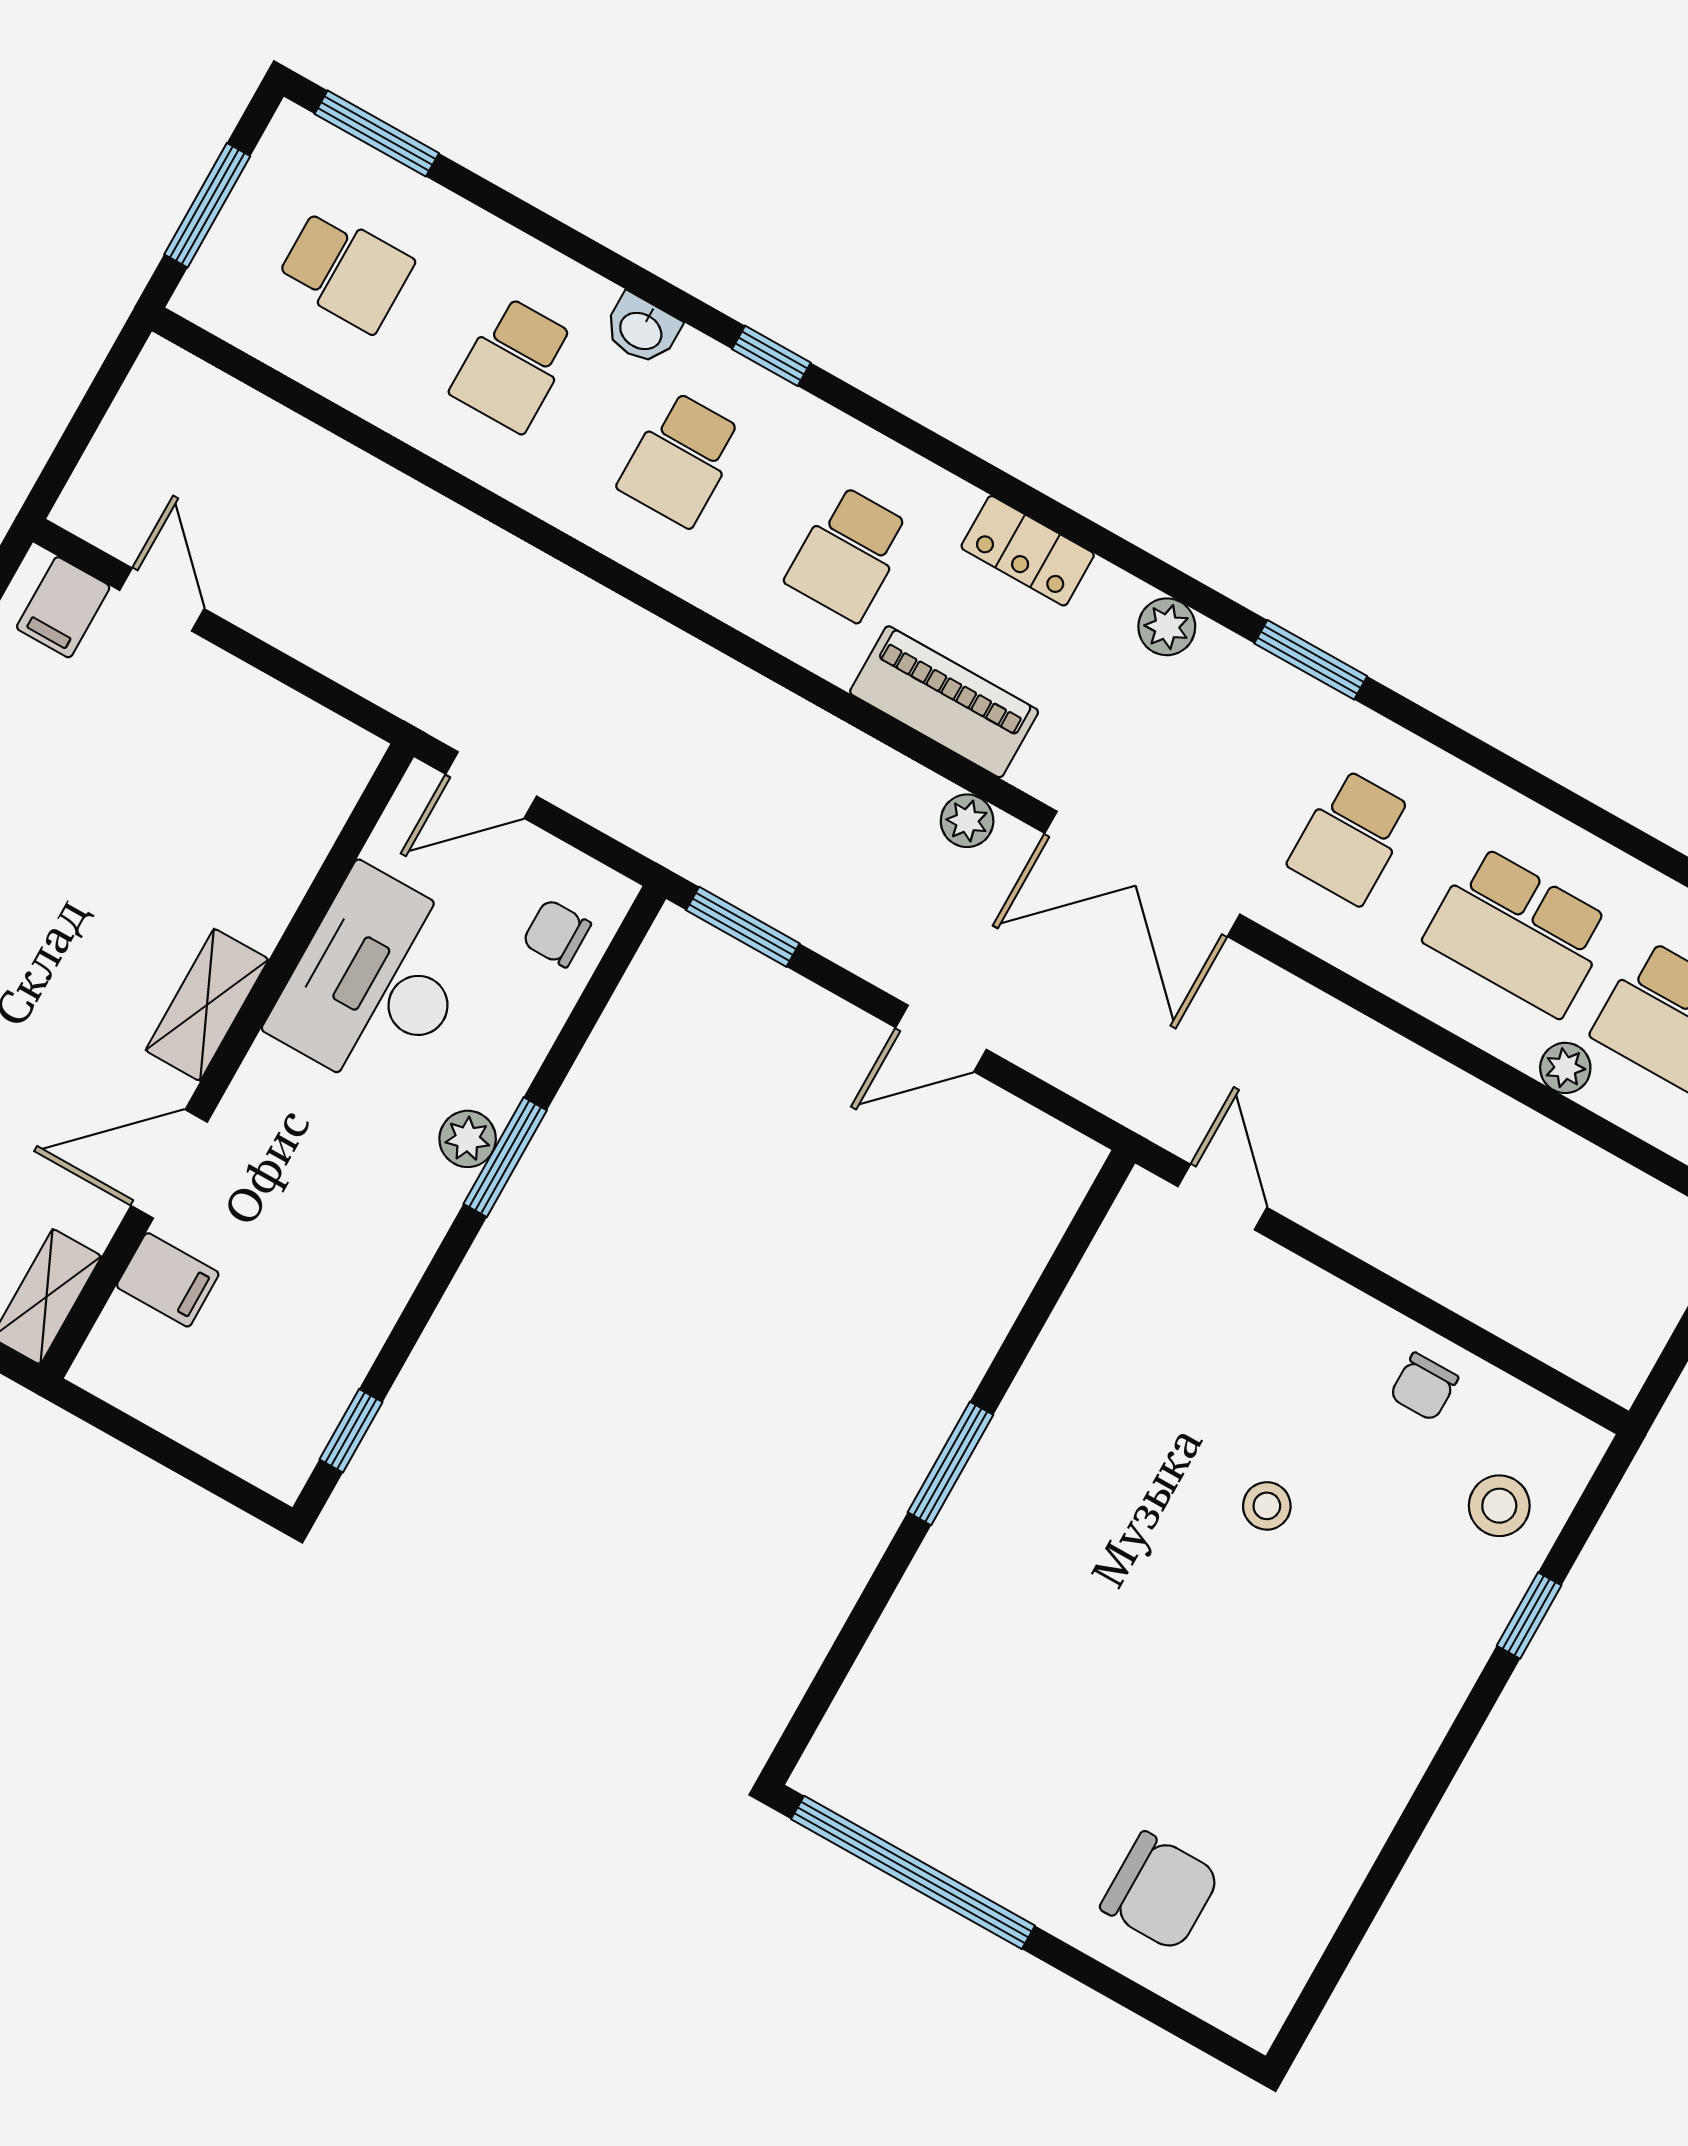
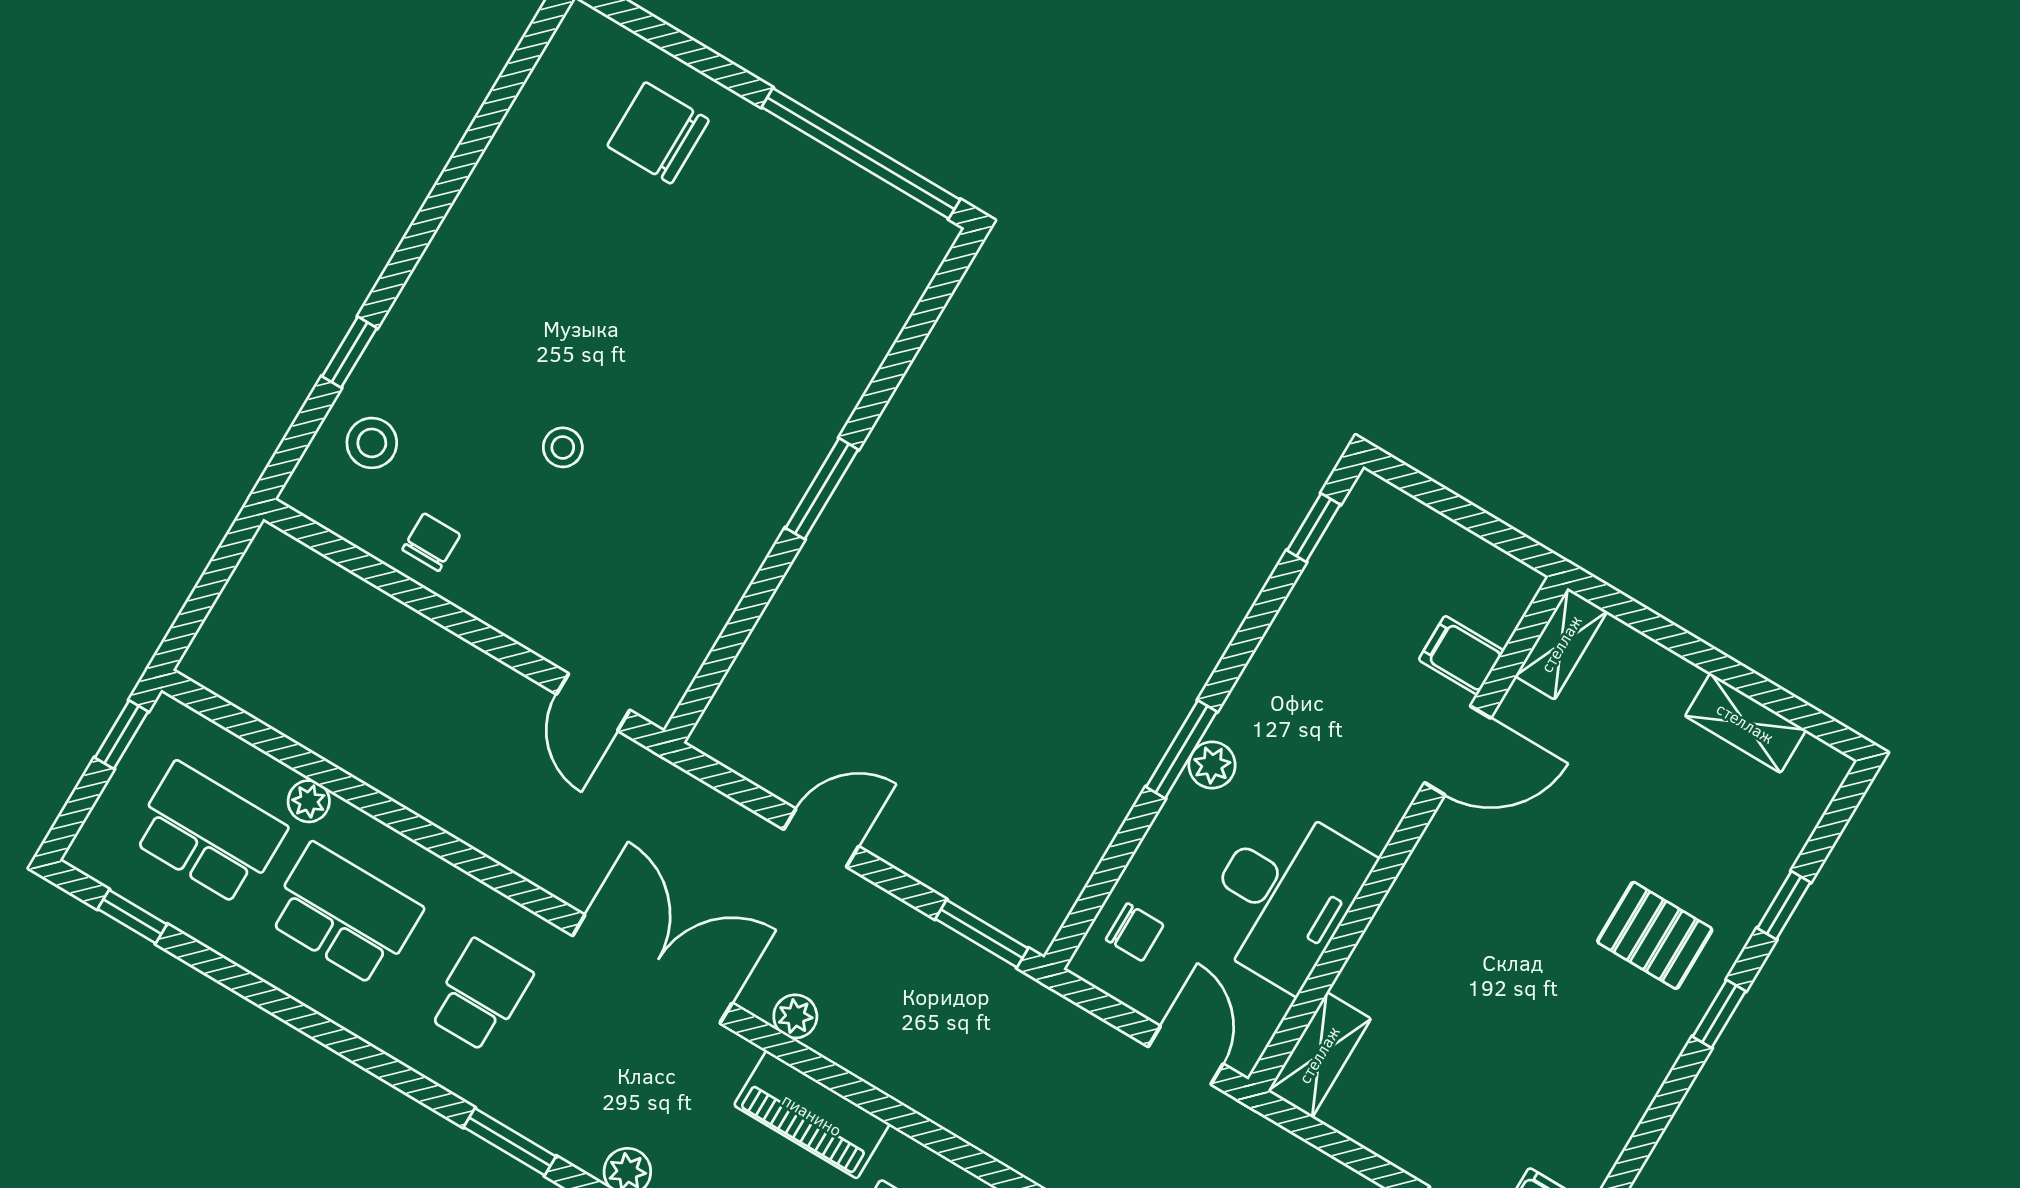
door: (491, 785) -> (1186, 1055), hinge flipped
shelving: (207, 1005) -> (1319, 1055), moved

